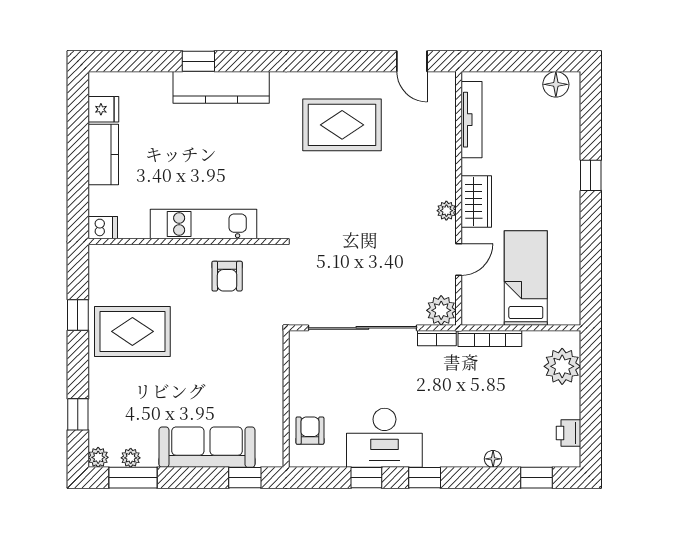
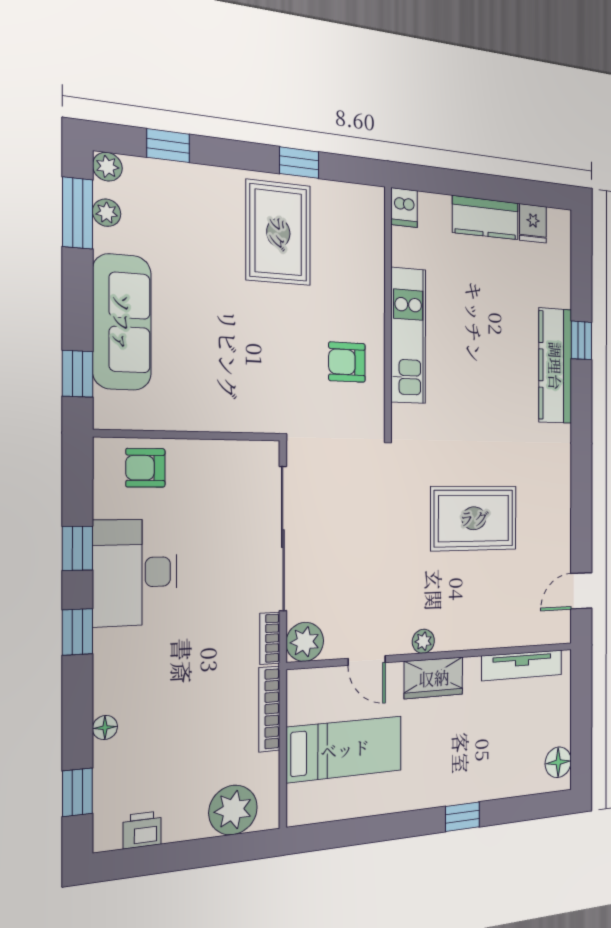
rug: (342, 125) -> (474, 518), moved, turned 90
armchair: (310, 431) -> (145, 468), turned 180

